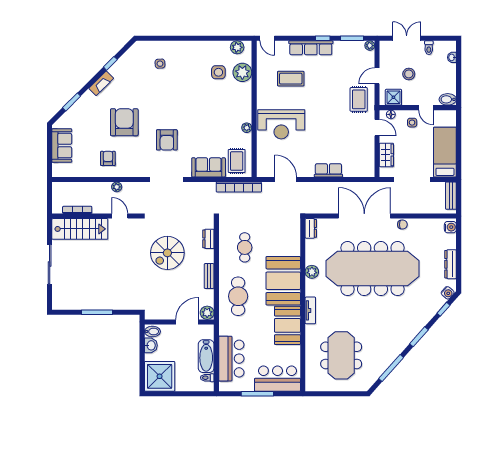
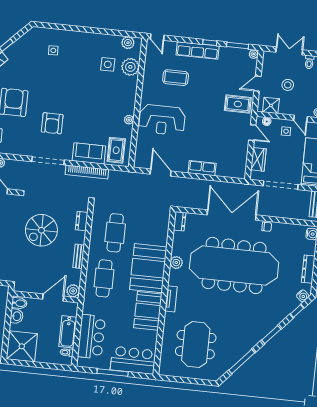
rug: (359, 99) -> (238, 104), turned 90
bookcase: (239, 187) -> (87, 172), moved
cafe table: (245, 247) -> (115, 233), width x1.37, depth x1.35

